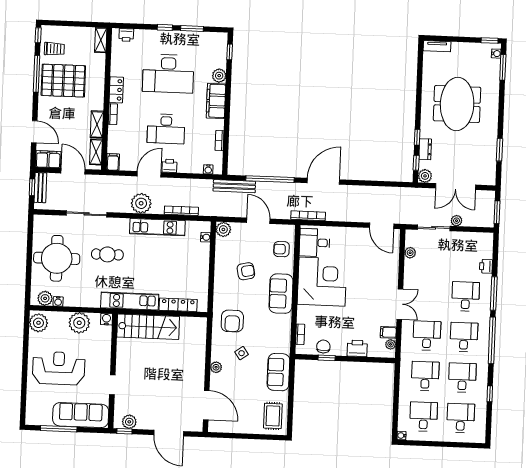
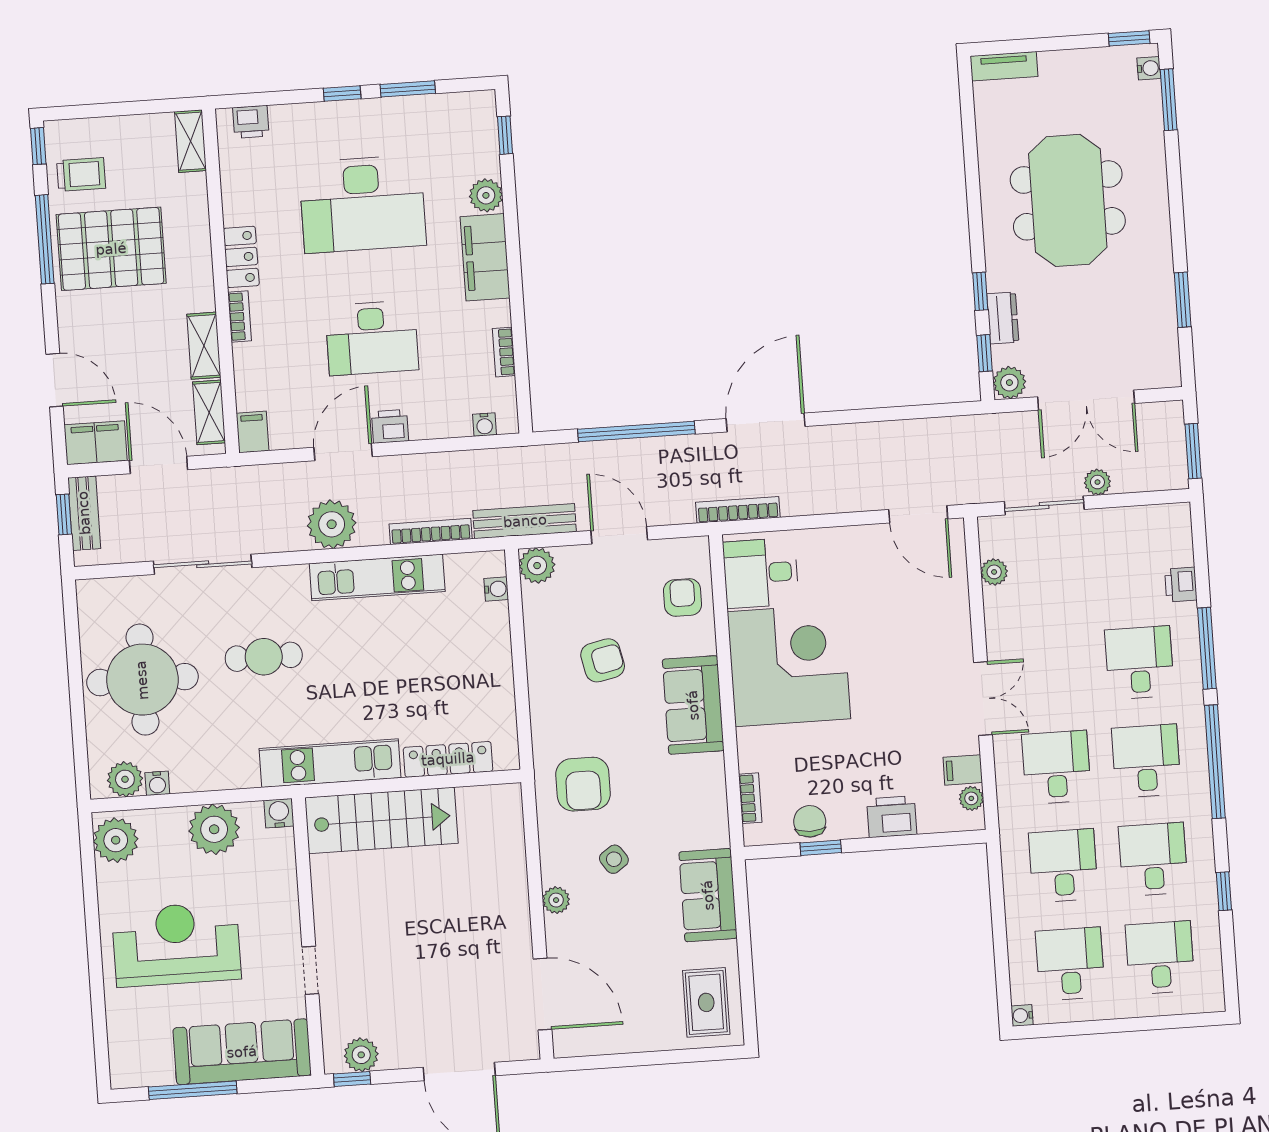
bench: (234, 186) -> (525, 521), moved
armchair: (281, 249) -> (683, 598), turned 90

